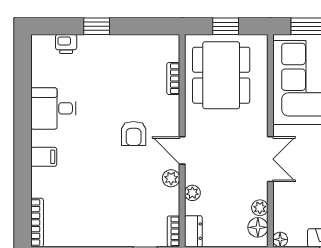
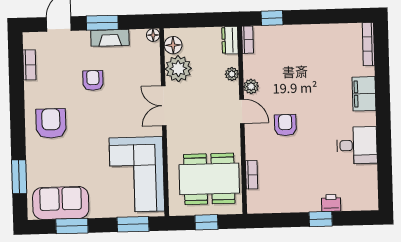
printer: (66, 44) -> (331, 203), moved
dining table: (221, 75) -> (209, 179), turned 90
filing cabinet: (44, 157) -> (364, 94), width x2.00
plant: (260, 208) -> (178, 69), width x1.88, depth x1.88

